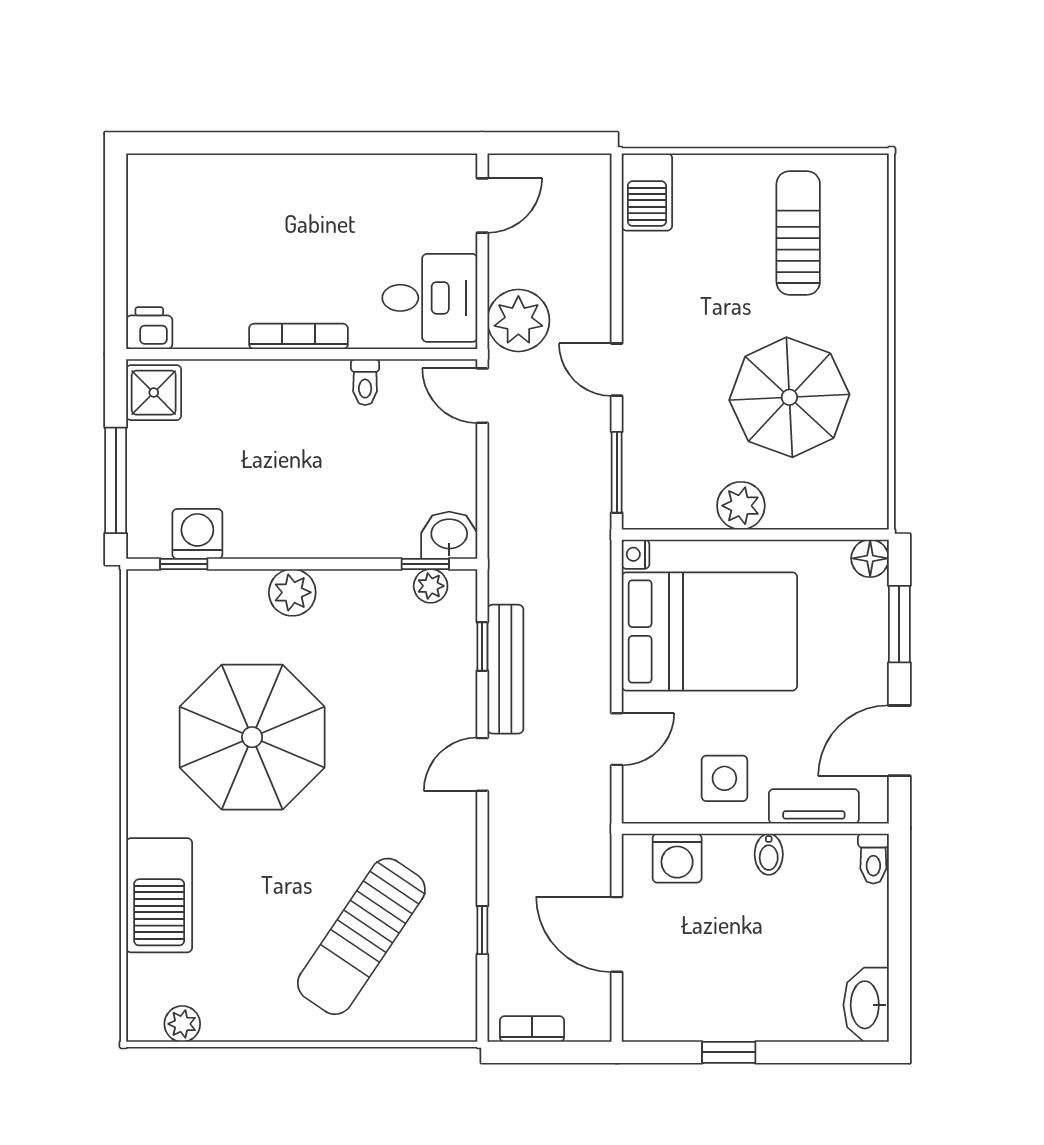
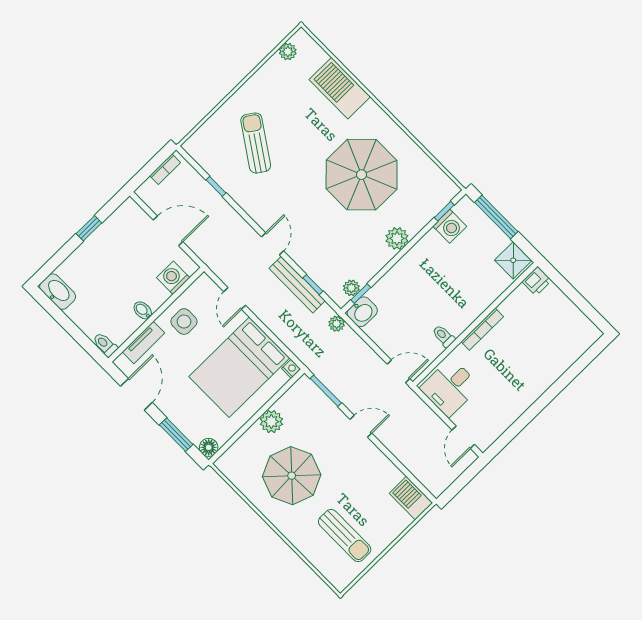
plant: (518, 320) -> (337, 324), moved, width x0.53, depth x0.53
sun lounger: (361, 936) -> (256, 143), width x0.73, depth x0.75

